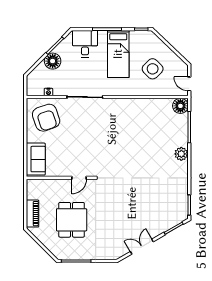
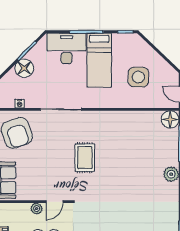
desk: (85, 44) -> (67, 48), width x1.37
side table: (153, 69) -> (138, 77), turned 45
rug: (106, 139) -> (85, 158), added
plant: (63, 184) -> (37, 209), added

